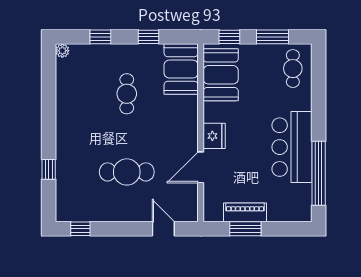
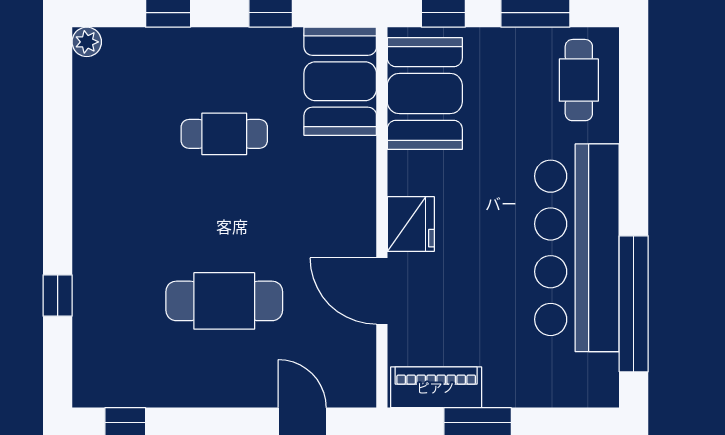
cafe table: (127, 94) -> (224, 134), turned 90
bar counter: (292, 147) -> (577, 248), width x1.36
door: (201, 167) -> (382, 291), hinge flipped
piano: (245, 212) -> (436, 387), moved

